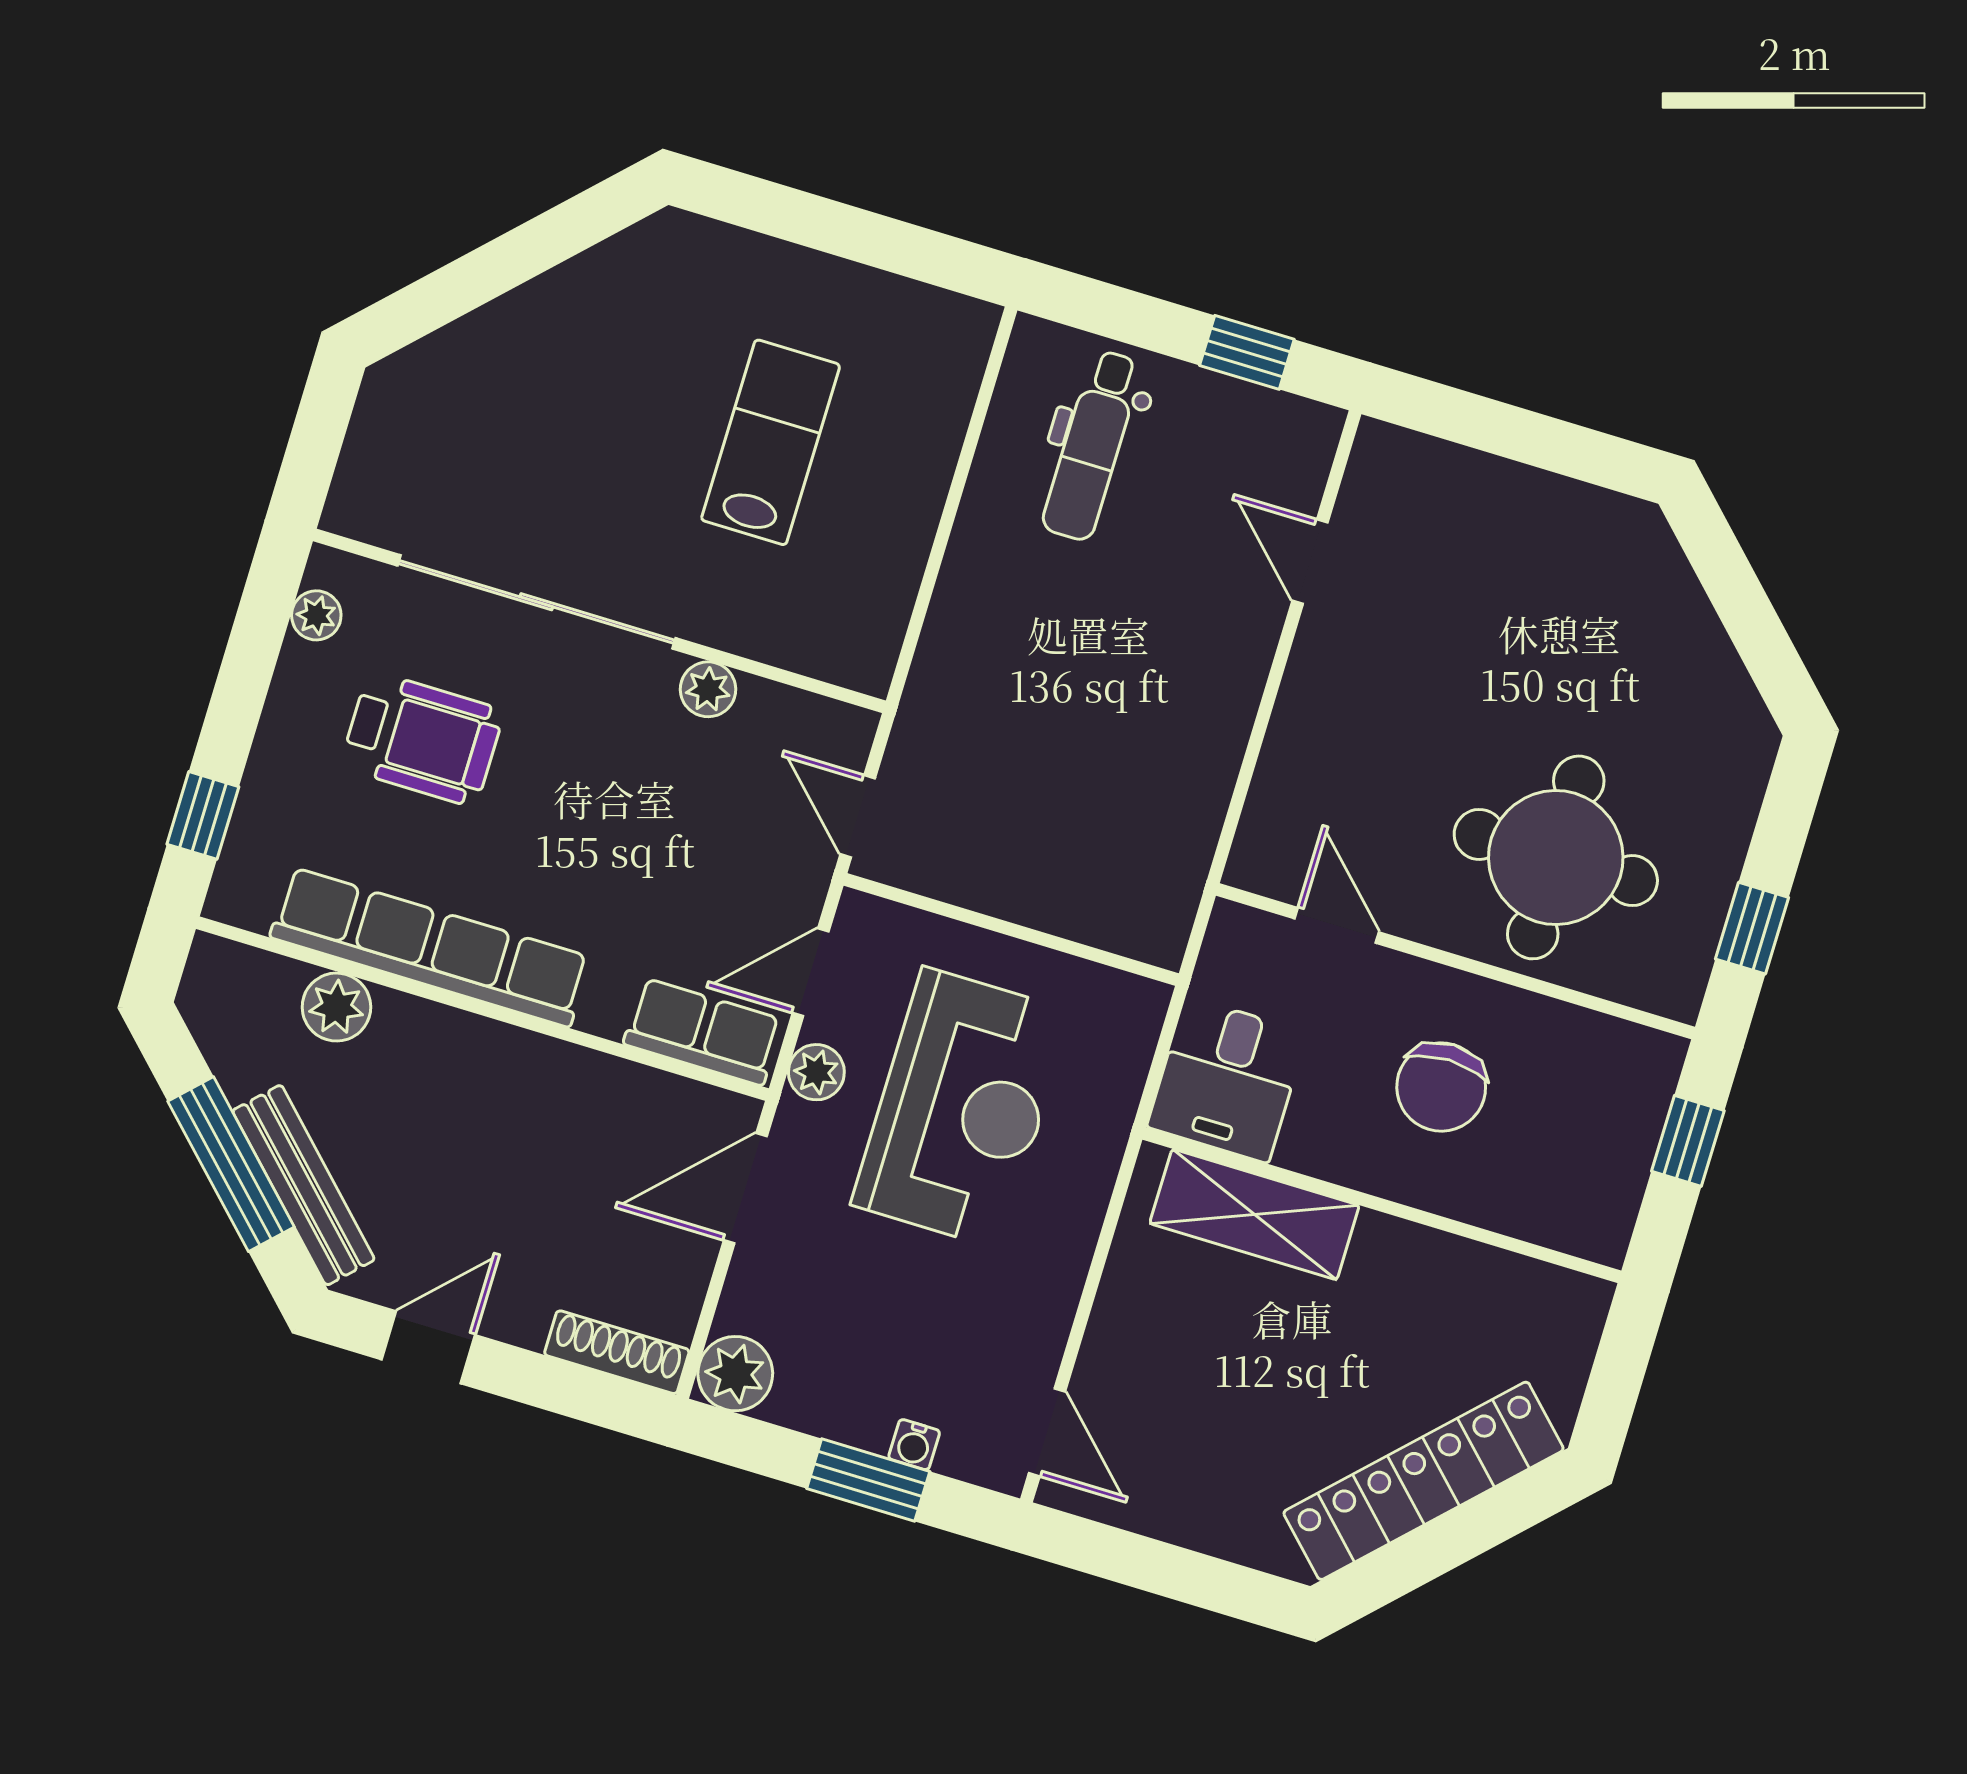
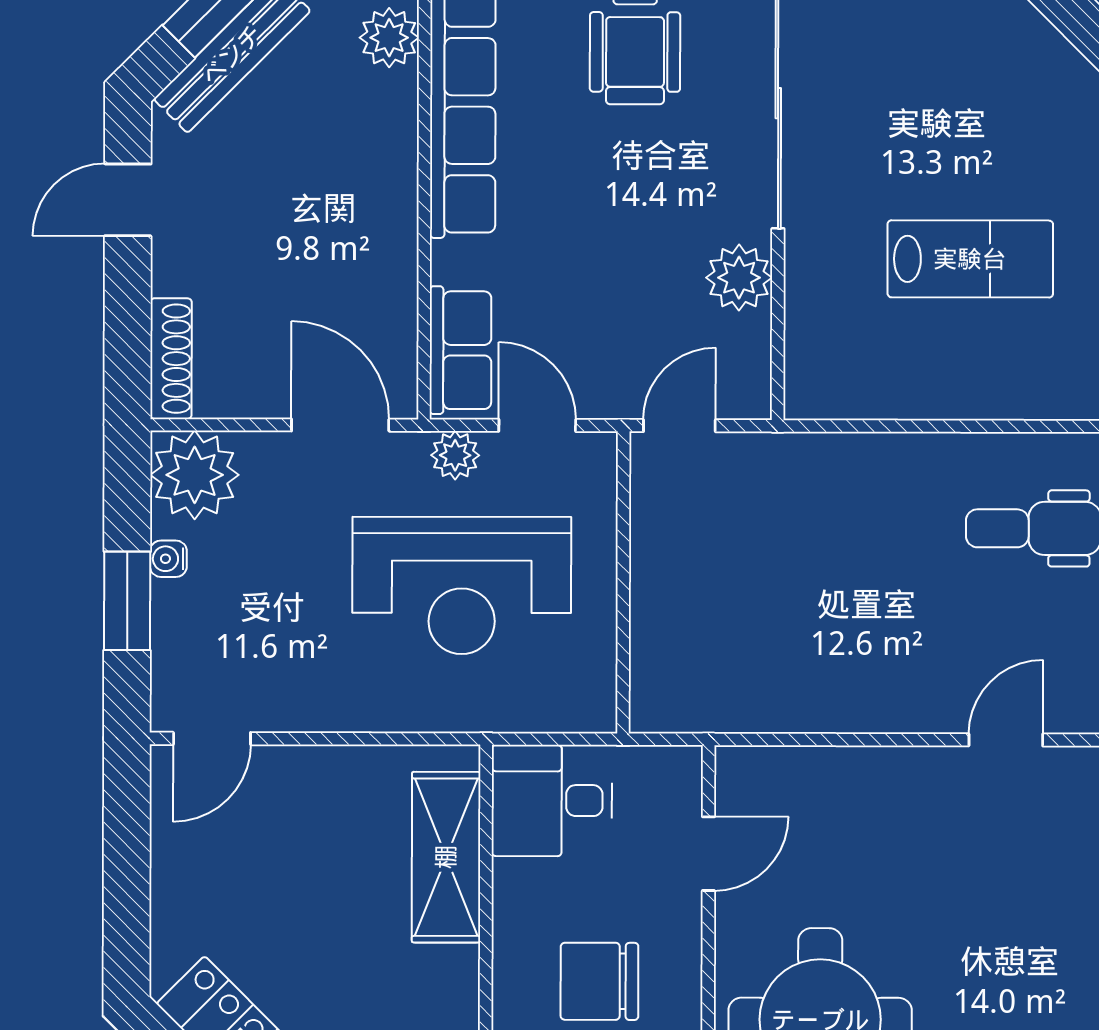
plant: (708, 689) -> (739, 278), width x1.38, depth x1.38
door: (428, 1347) -> (128, 200), swing flipped
plant: (735, 1374) -> (195, 475), width x1.36, depth x1.36
water cooler: (914, 1445) -> (168, 559), moved

